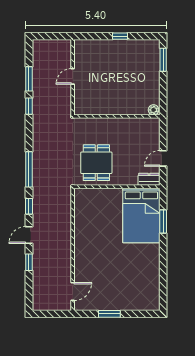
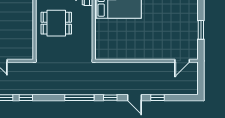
dining table: (96, 163) -> (56, 23), moved
door: (73, 292) -> (182, 61), swing flipped

